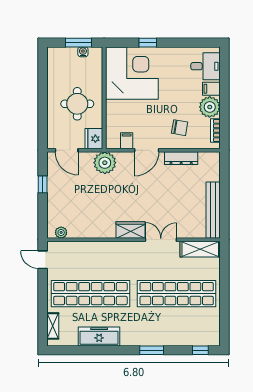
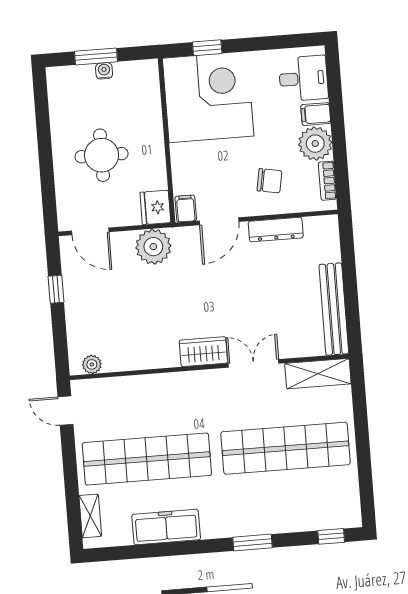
corner desk: (132, 73) -> (208, 97), moved
wall: (104, 98) -> (167, 140), moved
fridge: (94, 139) -> (155, 207), moved

